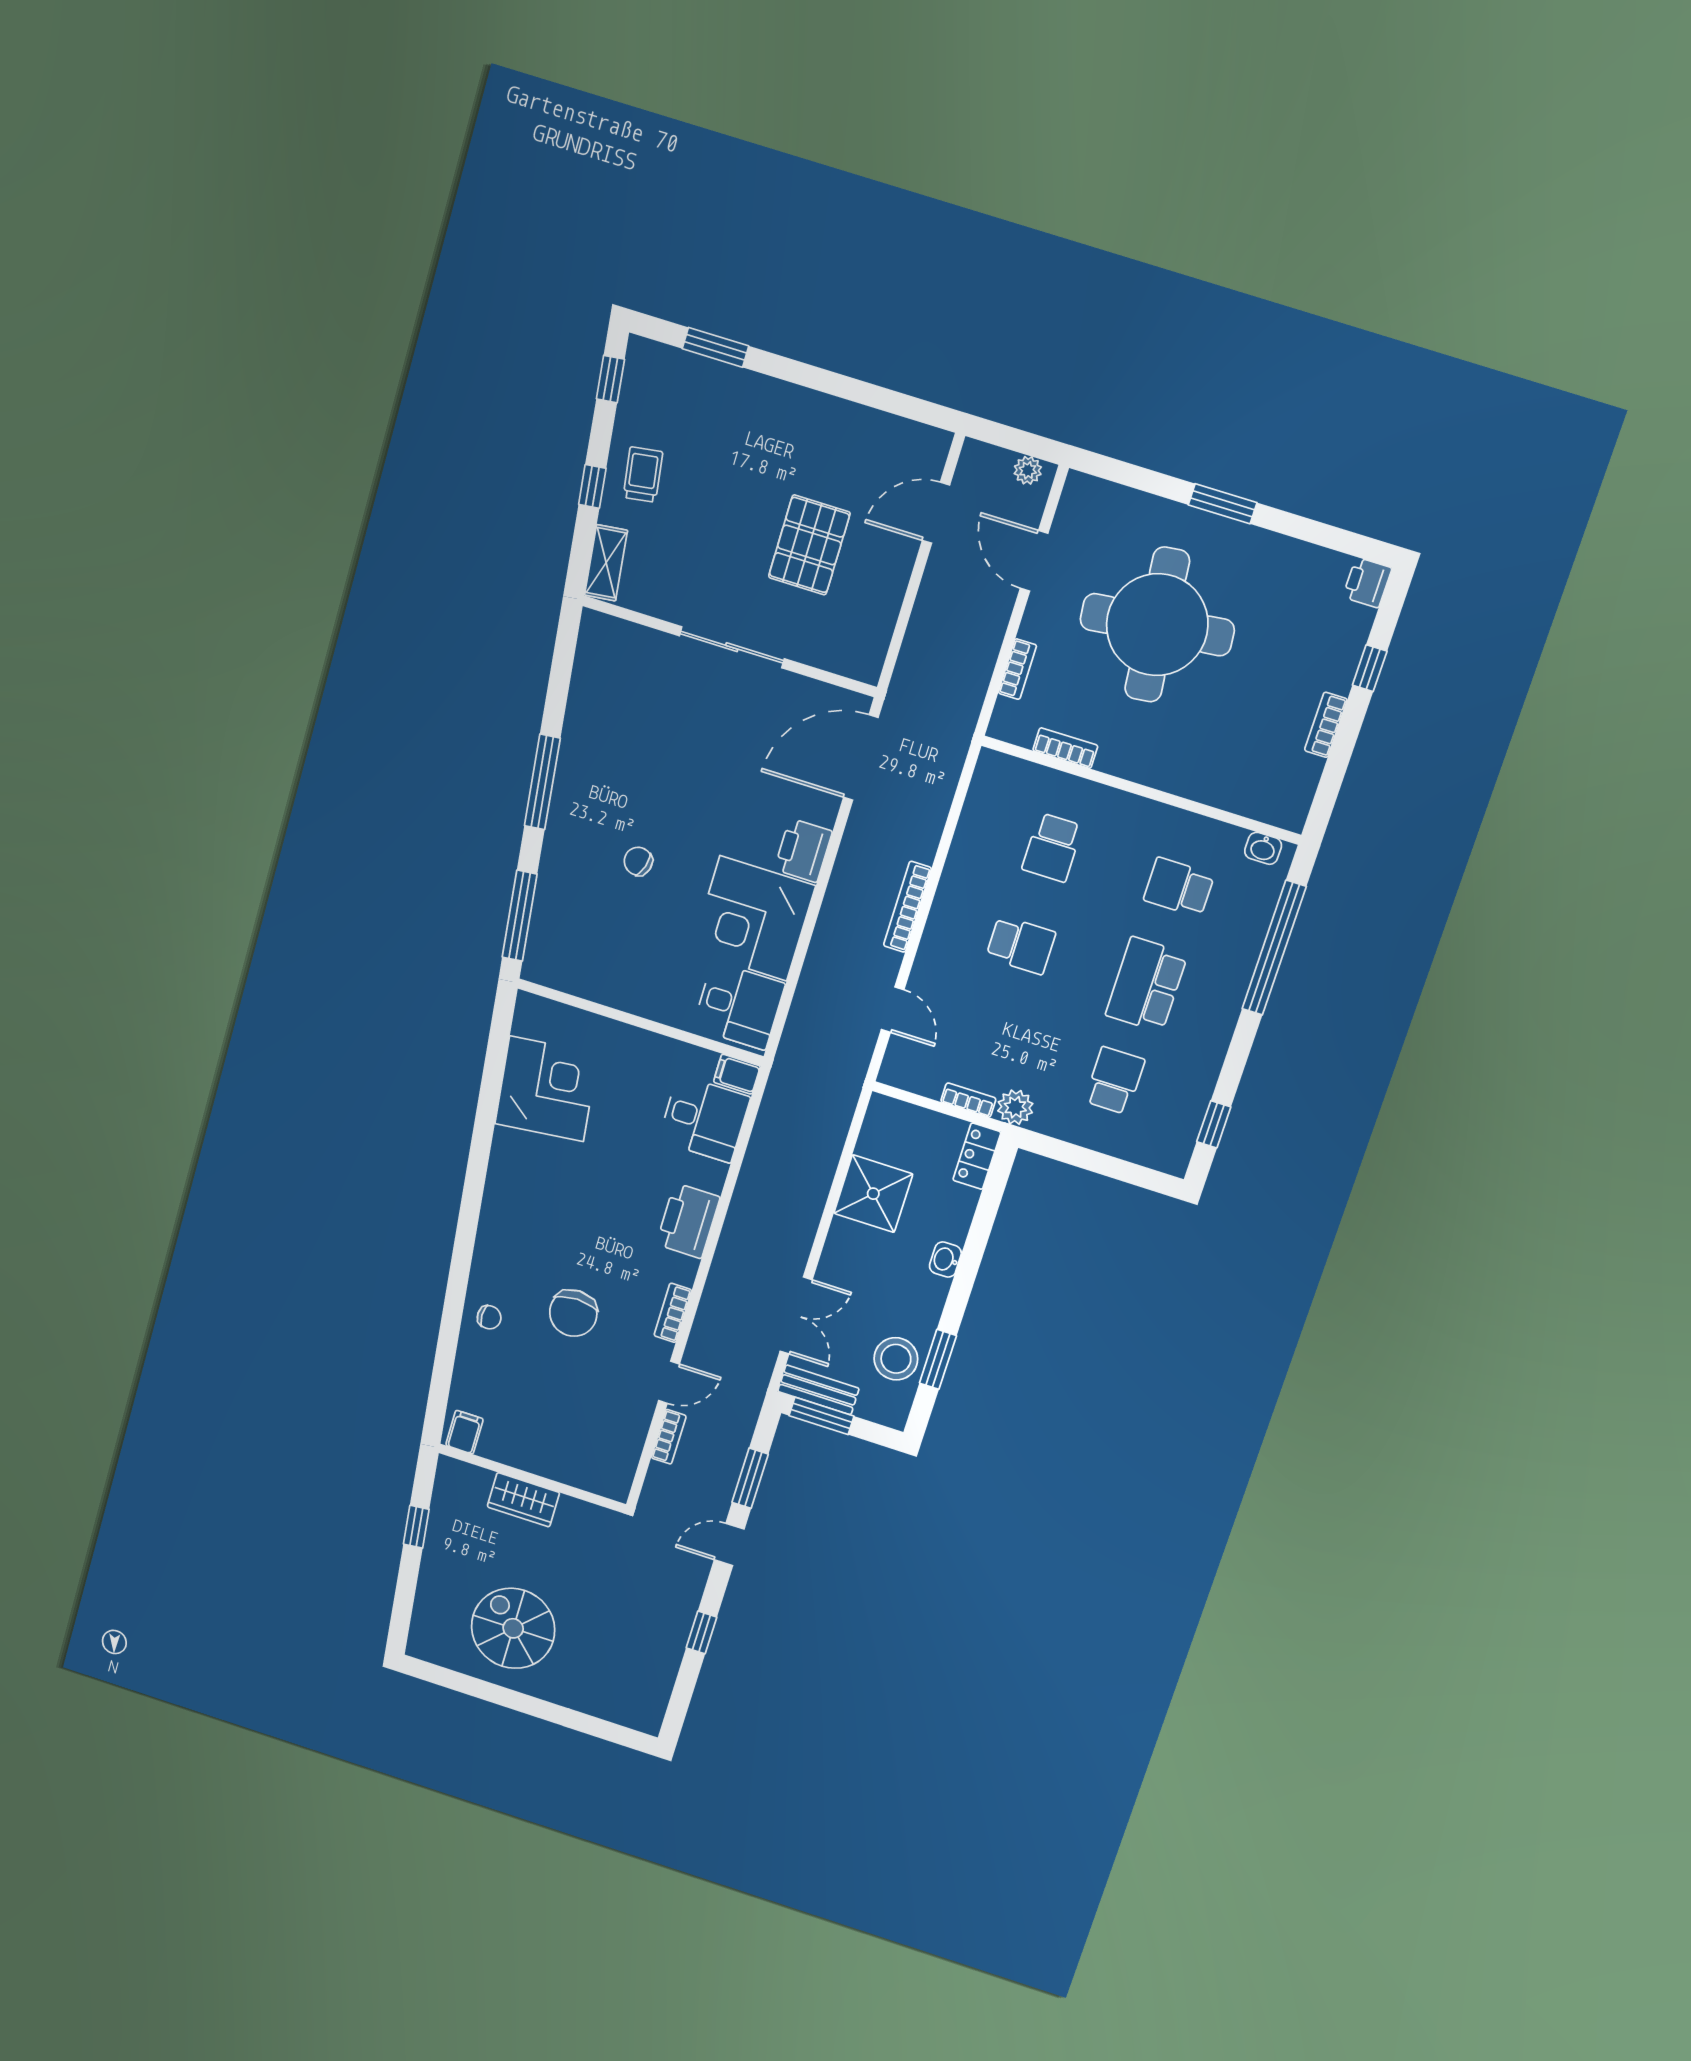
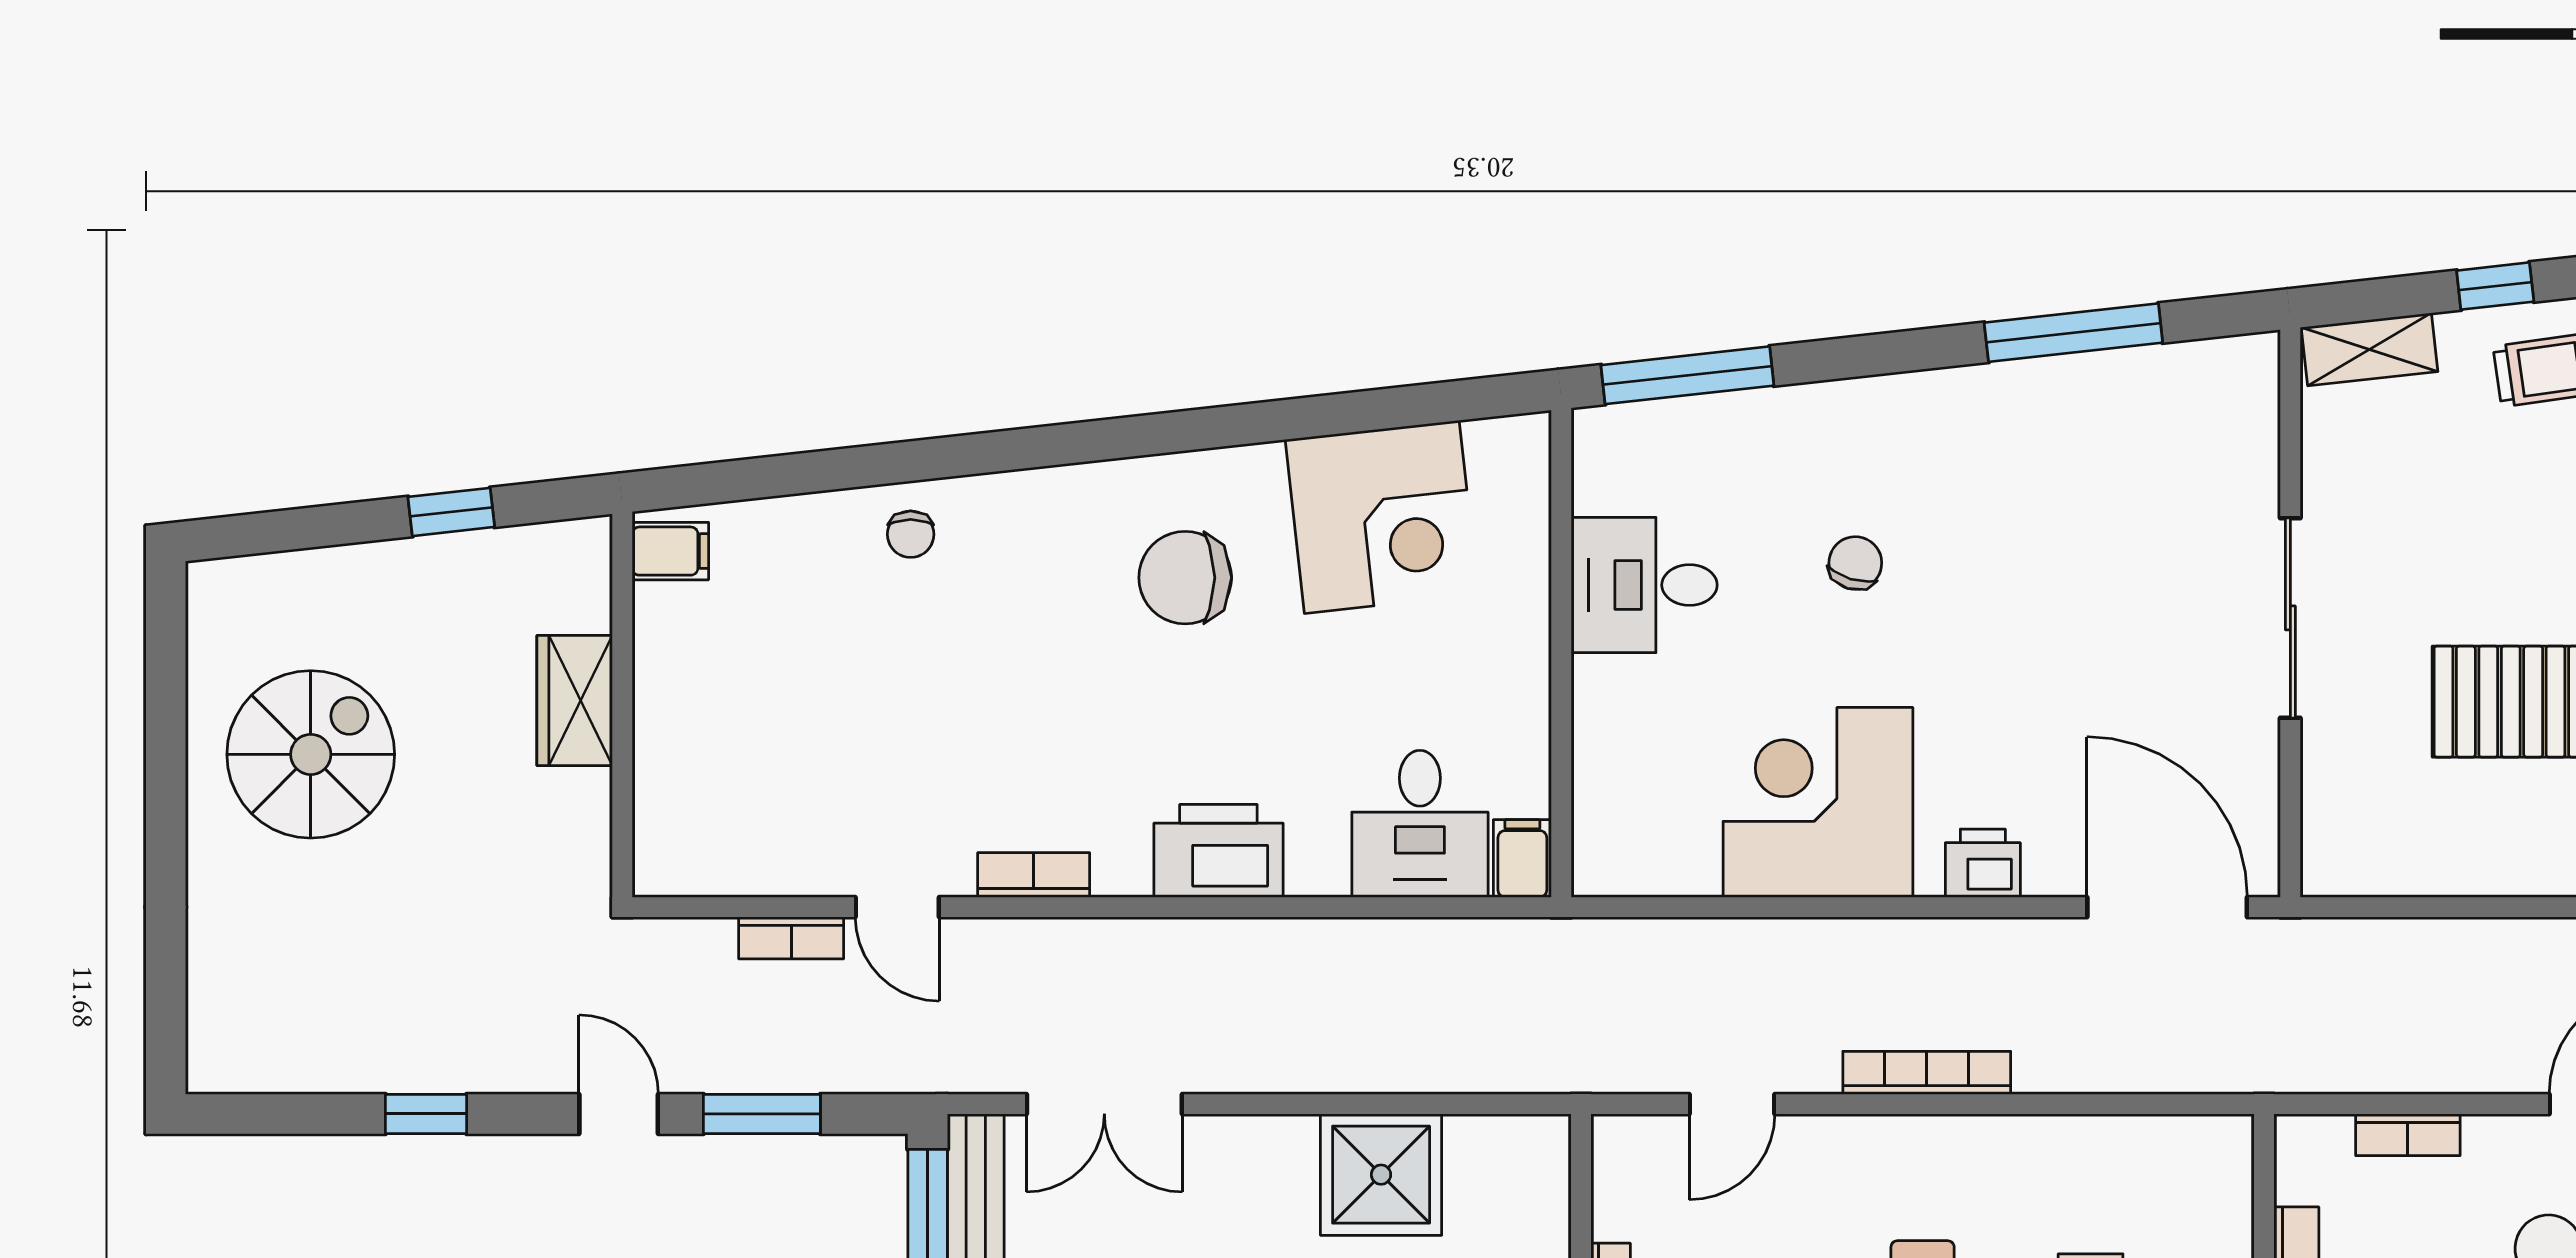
window: (542, 782) -> (2073, 333), moved
printer: (803, 850) -> (1983, 863), width x0.73, depth x0.81
desk: (739, 1006) -> (1644, 585), moved, turned 90
chair: (573, 1313) -> (1185, 578), moved

